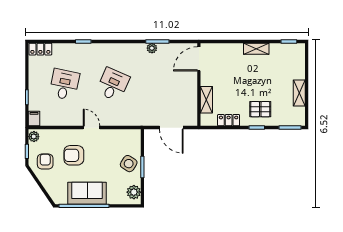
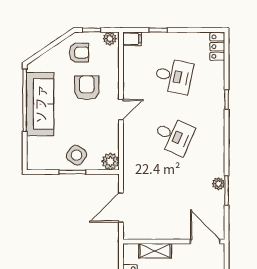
plant: (134, 192) -> (110, 161), moved
sofa: (87, 193) -> (40, 104), width x1.36

